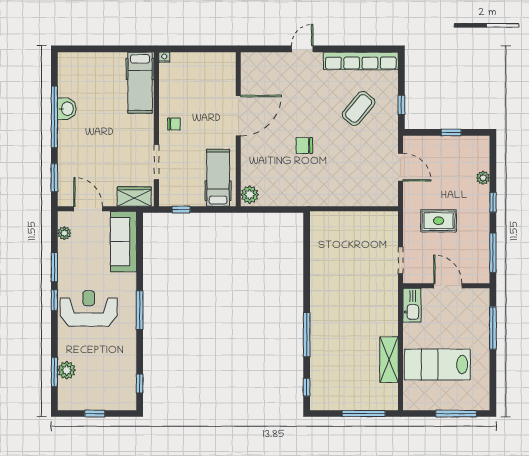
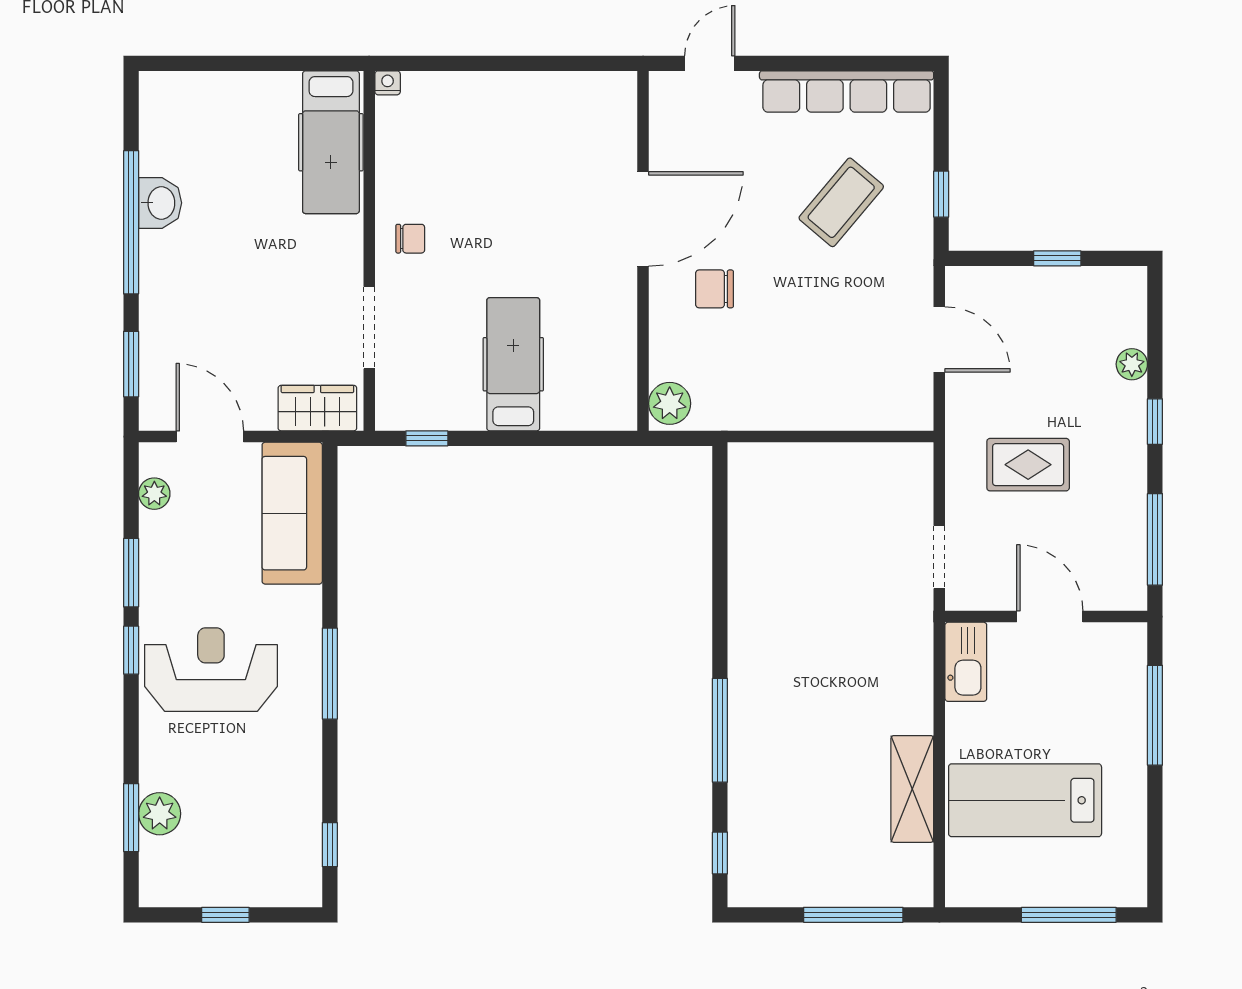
door: (238, 116) -> (643, 219), moved
wall: (238, 129) -> (643, 251), moved
plant: (250, 195) -> (670, 403), moved

